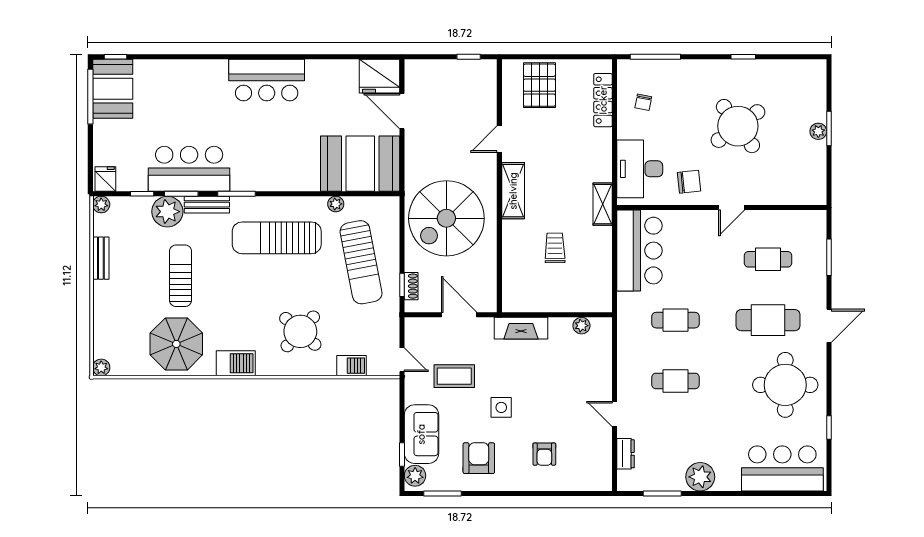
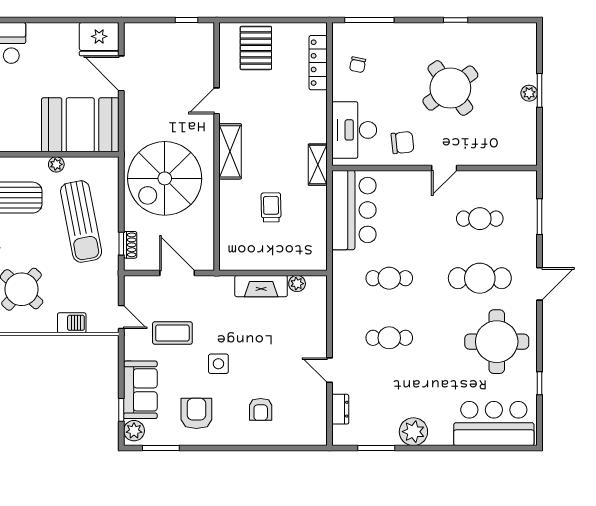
fireplace: (521, 328) -> (261, 286), moved

